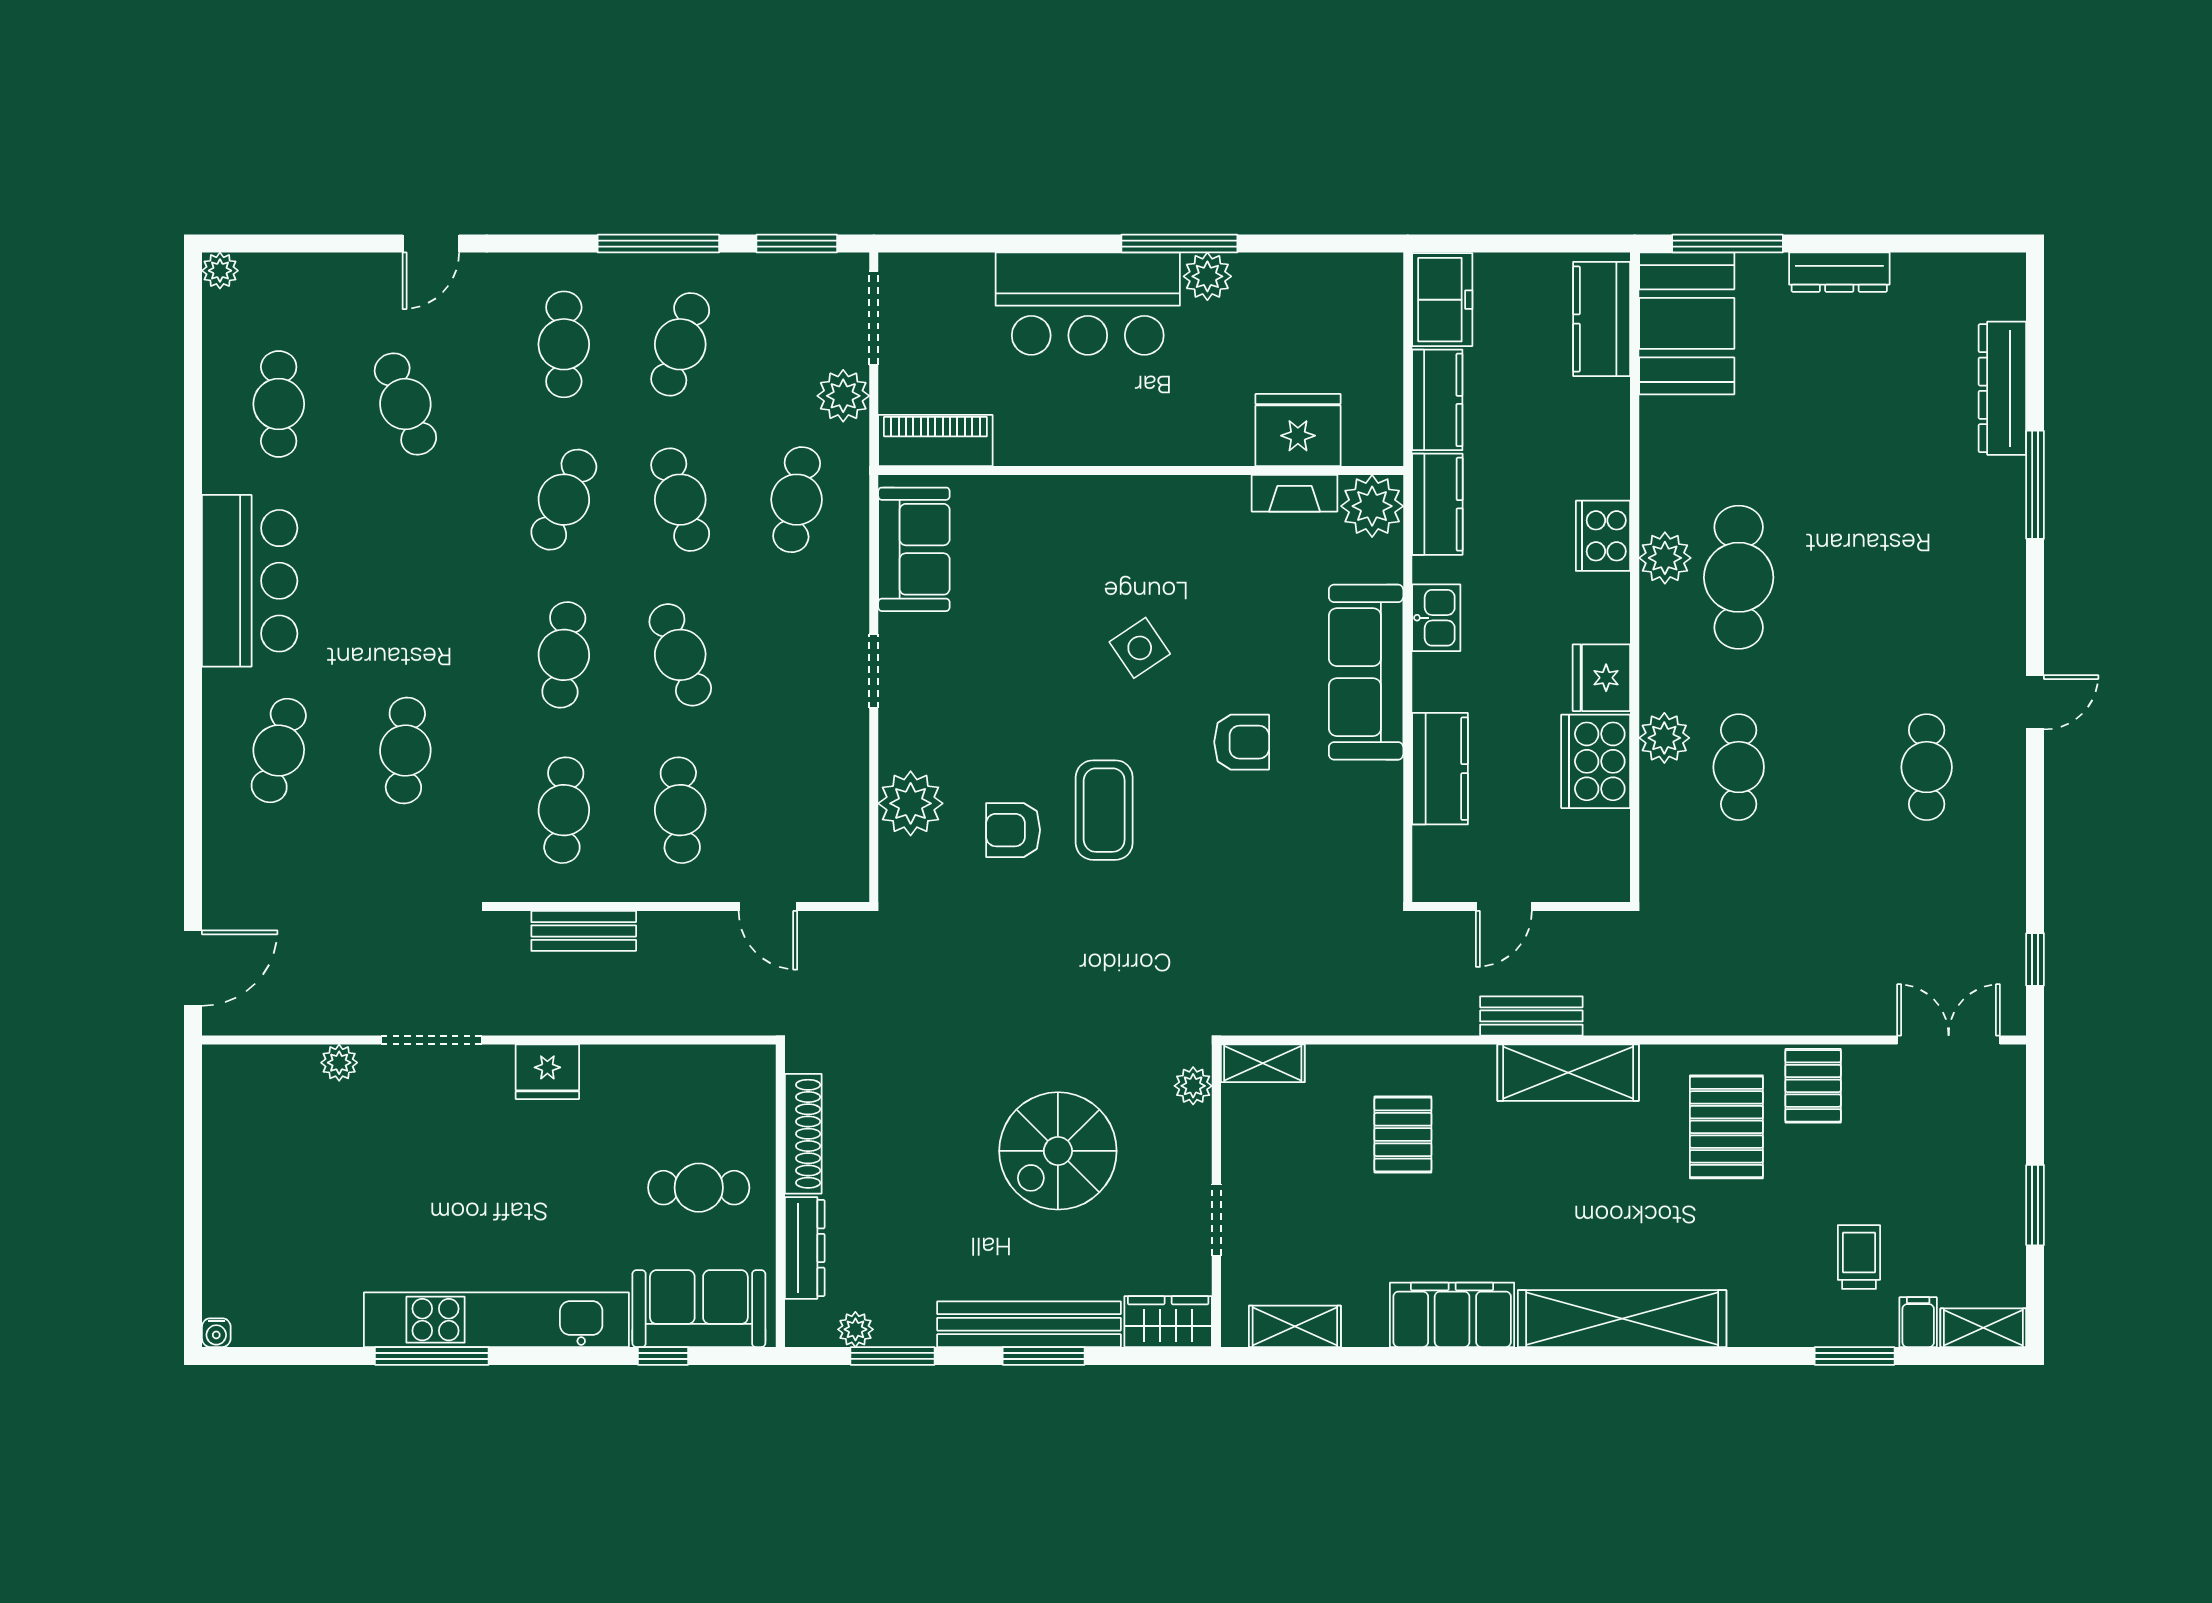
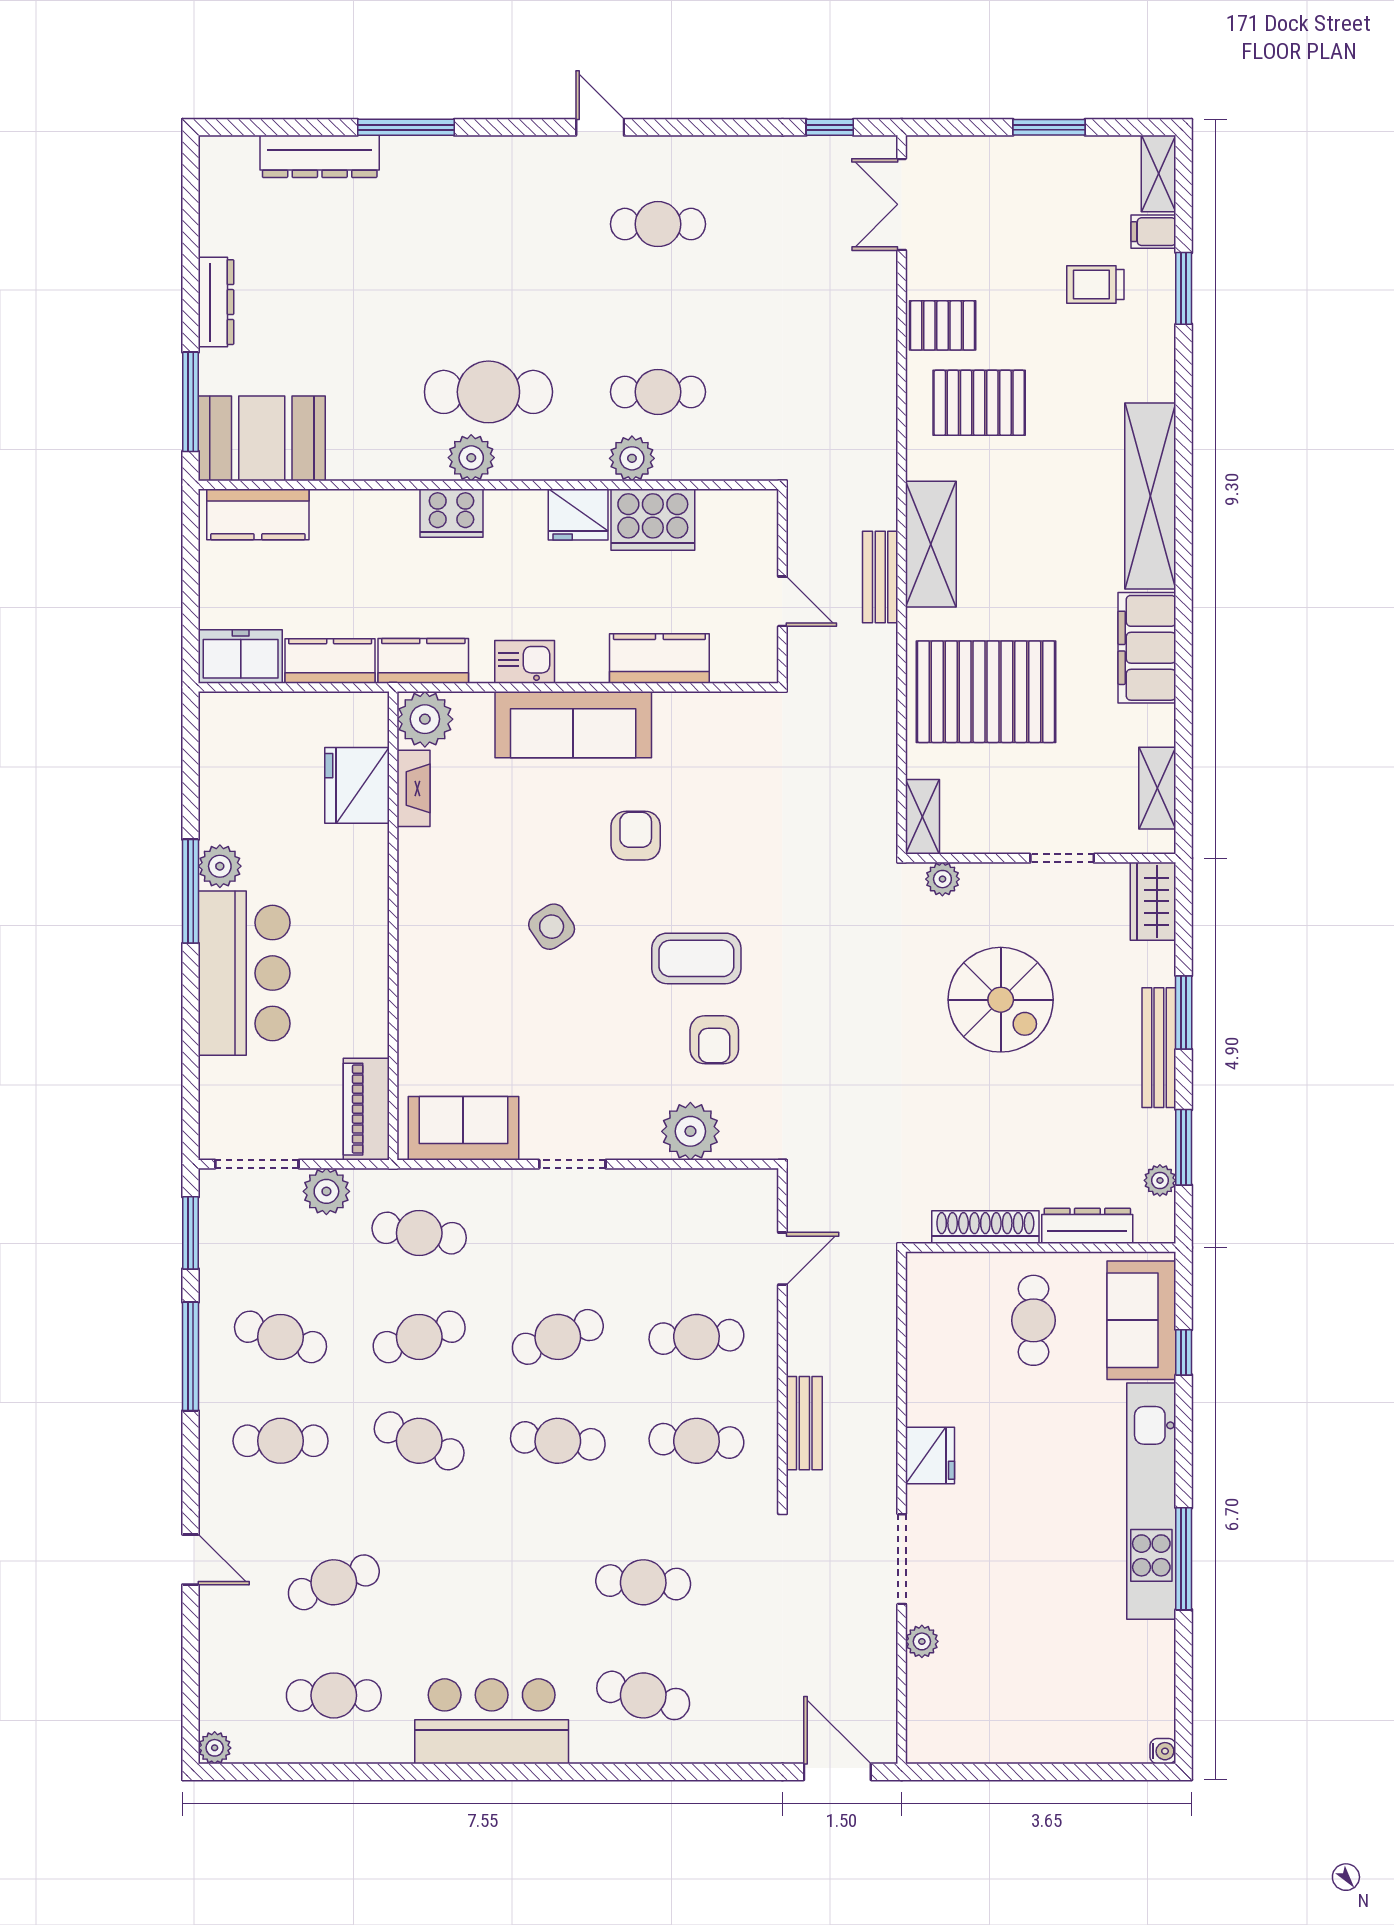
pallet: (1403, 1134) -> (986, 692), width x2.05, depth x2.00
bench: (1029, 1324) -> (1159, 1048), width x0.73, depth x0.82

